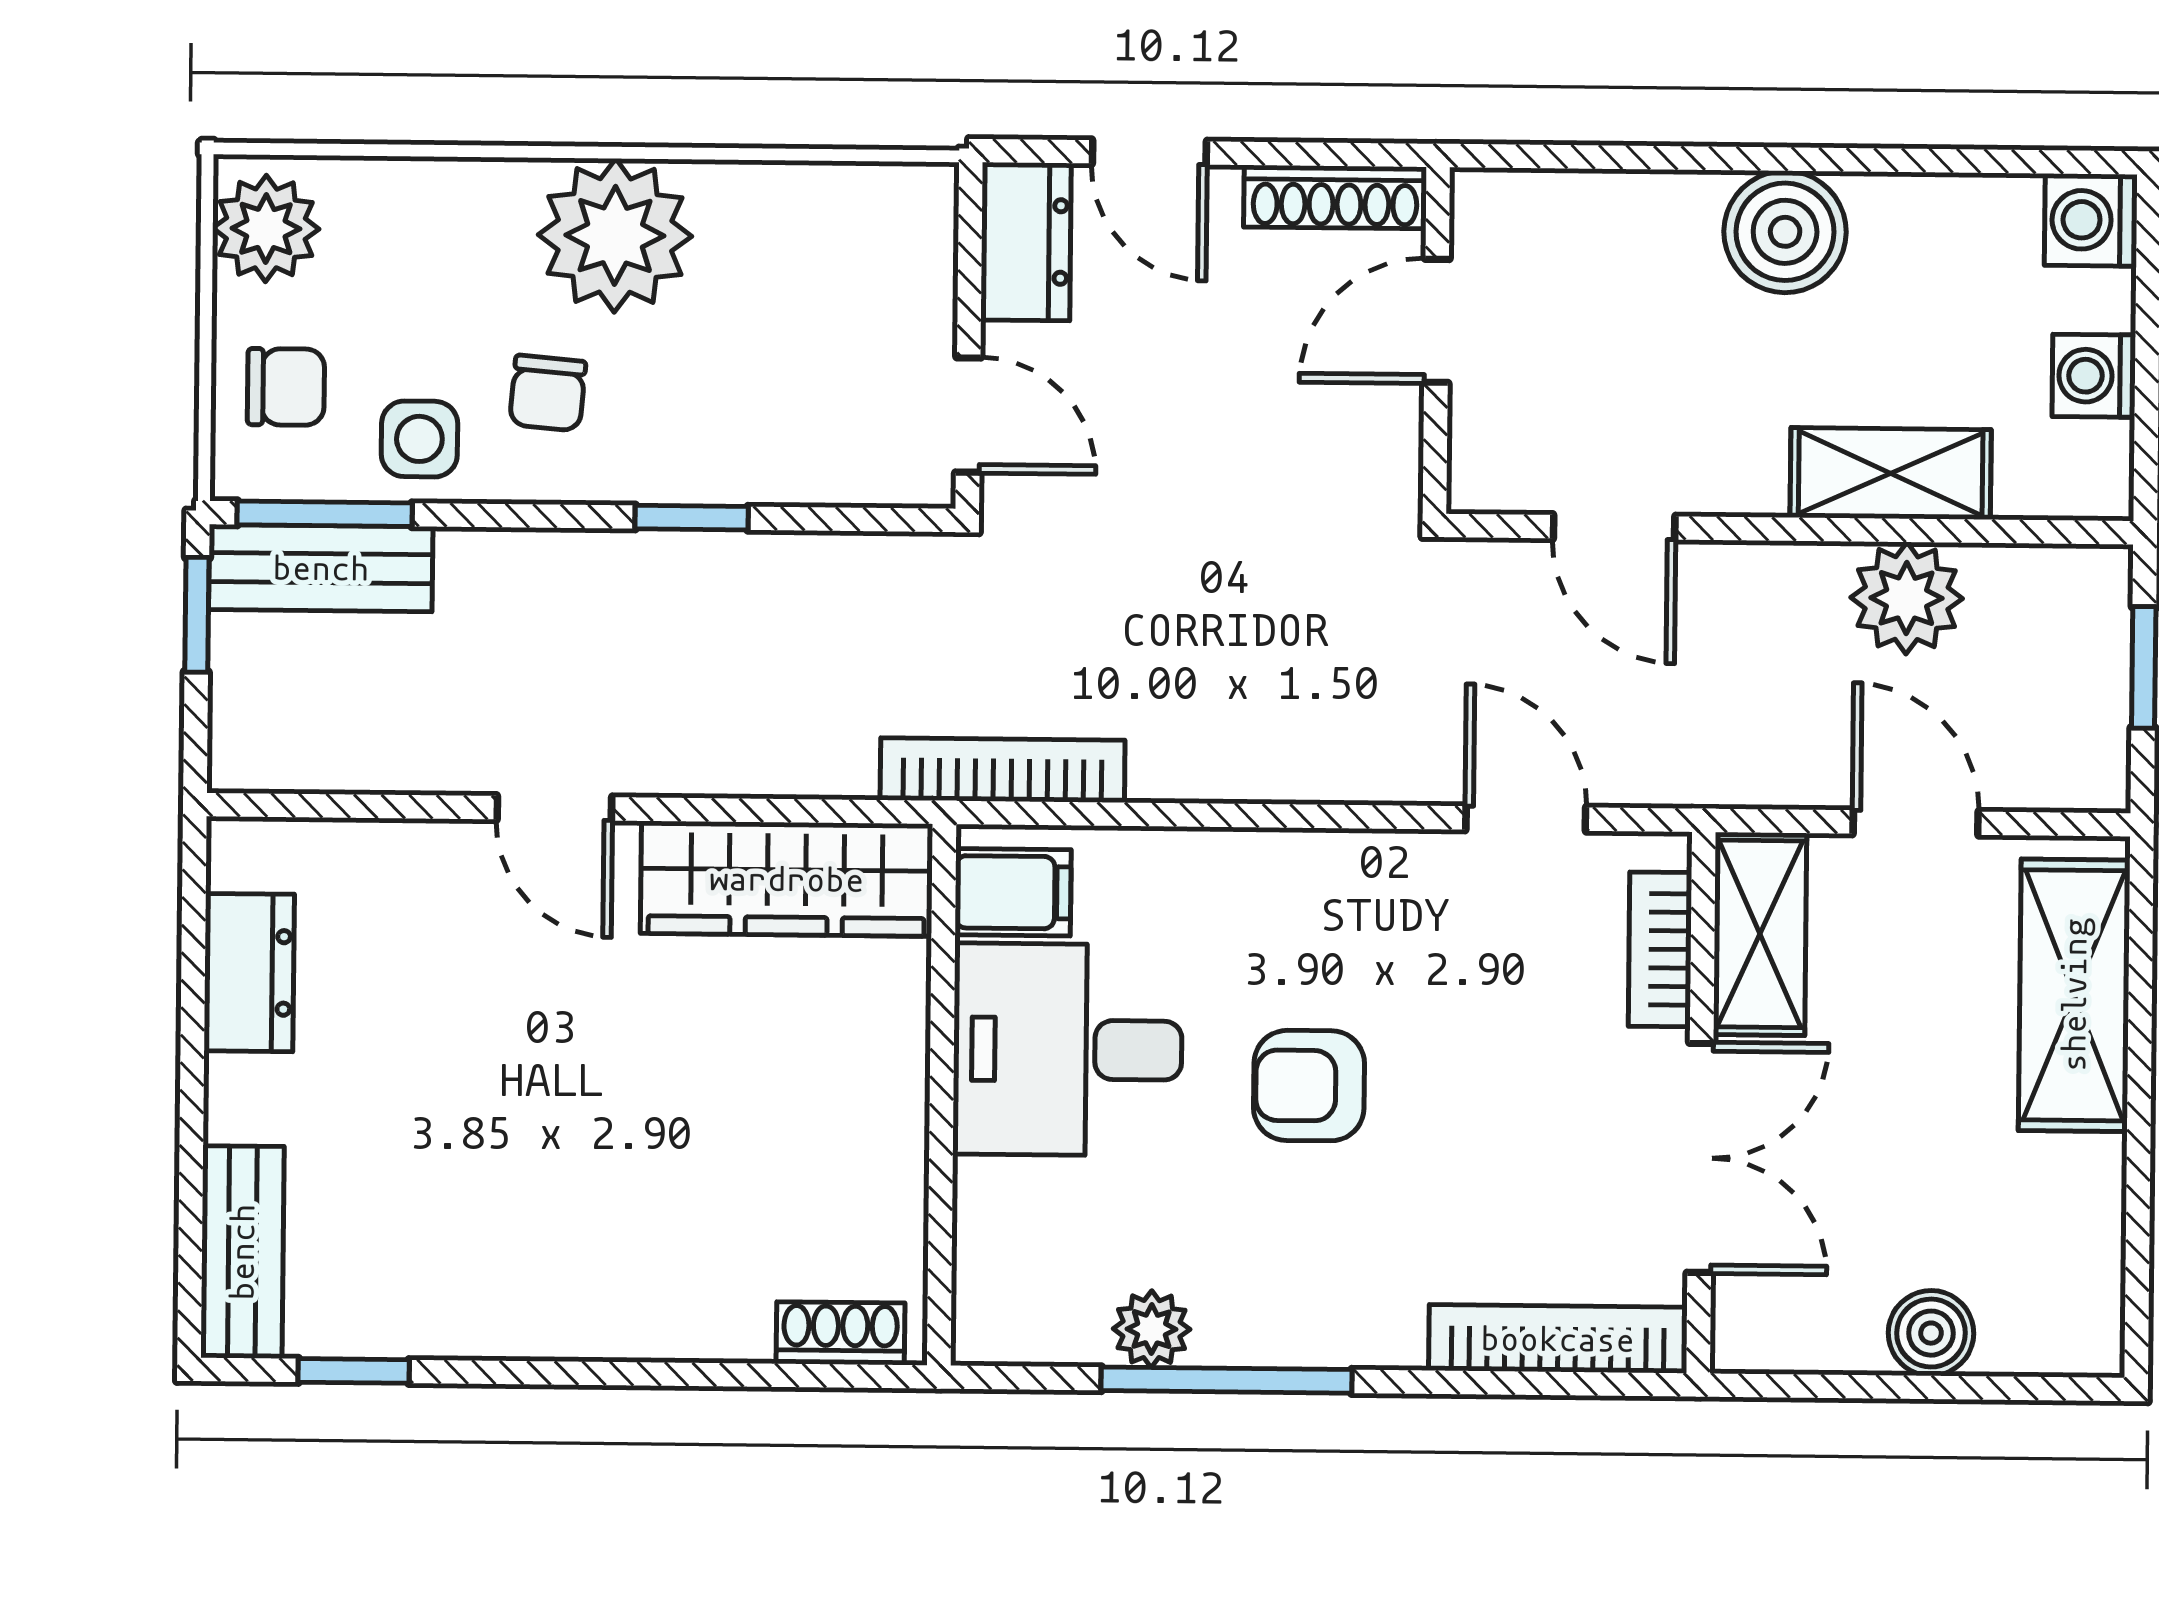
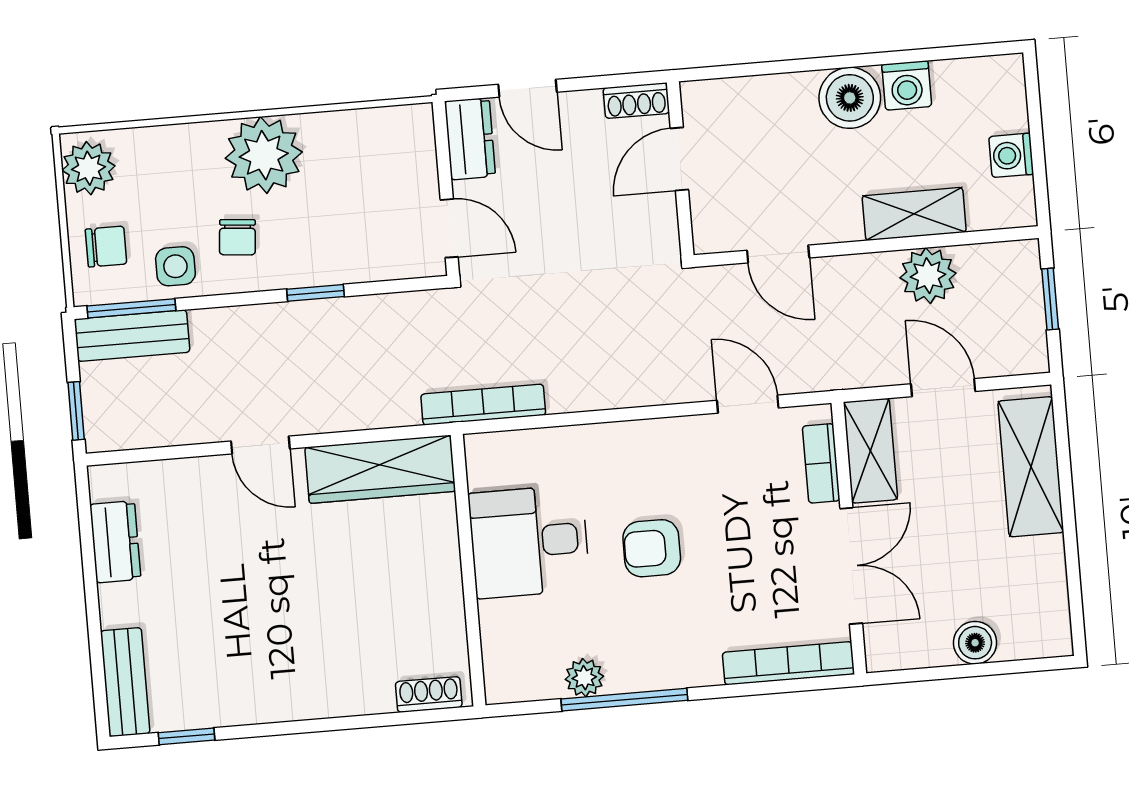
shoe rack: (1335, 197) -> (636, 101), width x0.70
washing machine: (2091, 220) -> (907, 85), moved, turned -90
window: (197, 615) -> (76, 411), moved
filing cabinet: (1013, 892) -> (494, 465), removed

